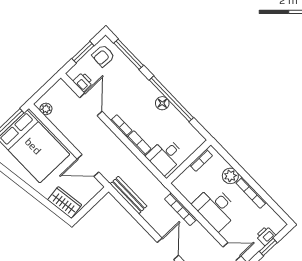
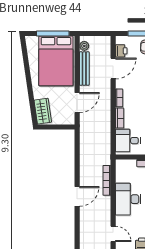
door: (88, 165) -> (77, 103), swing flipped
bench: (128, 195) -> (84, 69), moved

